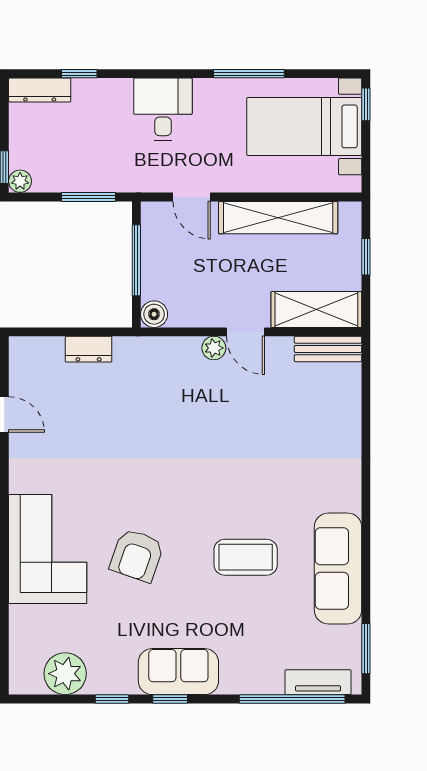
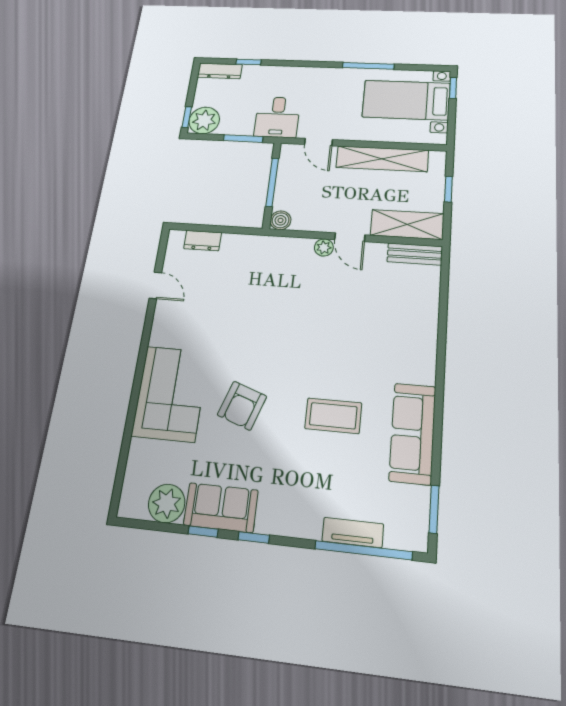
desk: (163, 109) -> (277, 117), moved, turned 180
plant: (20, 181) -> (204, 120), width x1.88, depth x1.88
dresser: (89, 349) -> (203, 241), moved
sofa: (178, 672) -> (221, 508), moved
tv unit: (318, 682) -> (353, 533), moved

